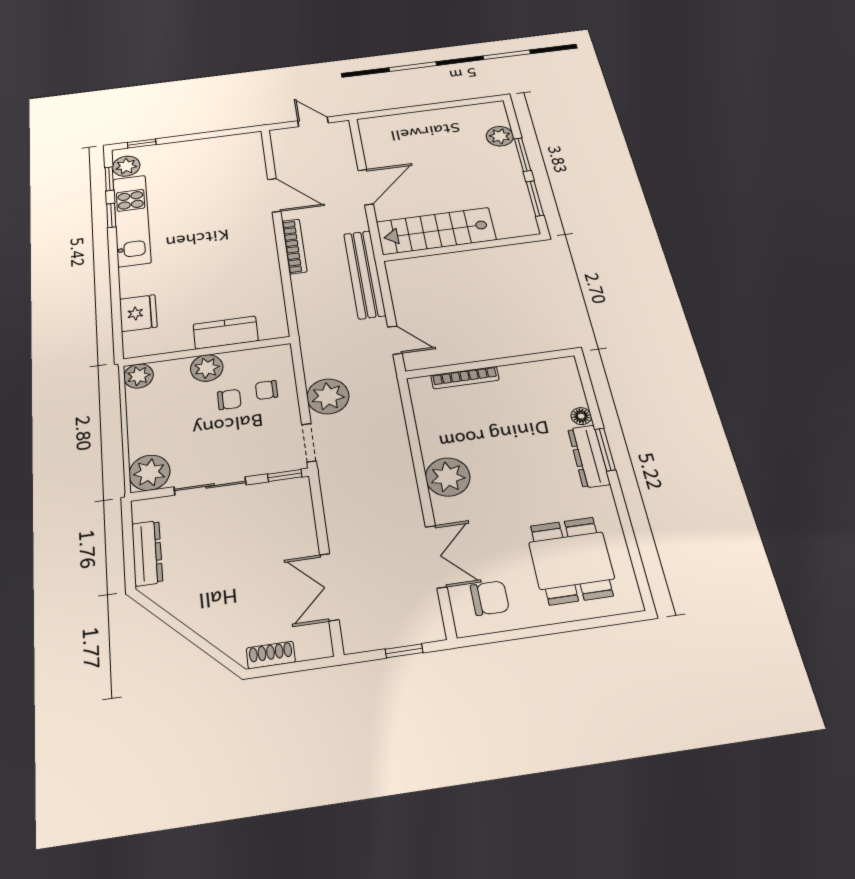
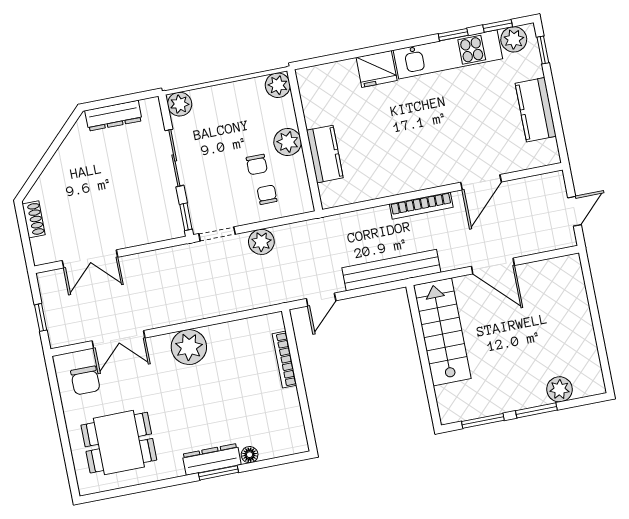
kitchen counter: (203, 150) -> (536, 110), added
fridge: (138, 313) -> (377, 69), moved
plant: (328, 396) -> (261, 242), width x0.73, depth x0.73
plant: (149, 473) -> (180, 104), width x0.73, depth x0.73
double door: (329, 587) -> (90, 259), swing flipped

